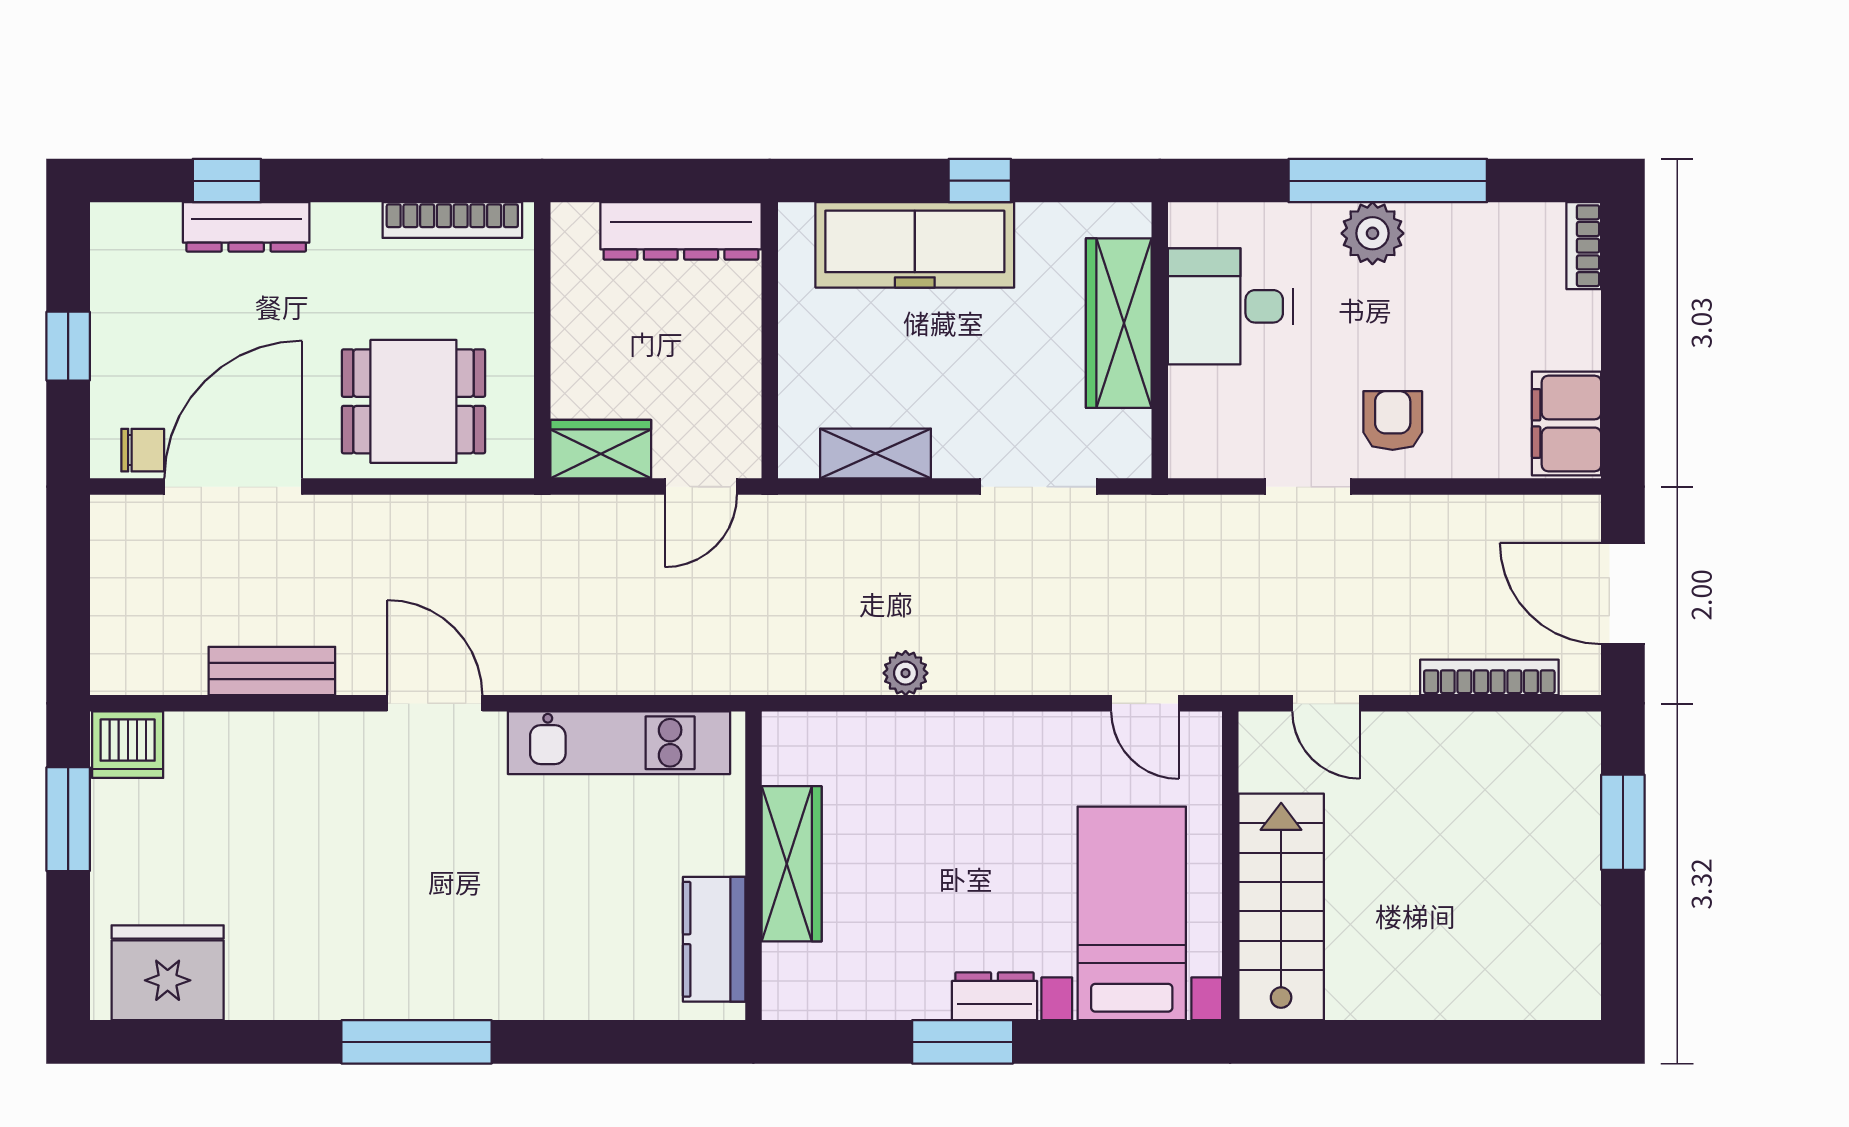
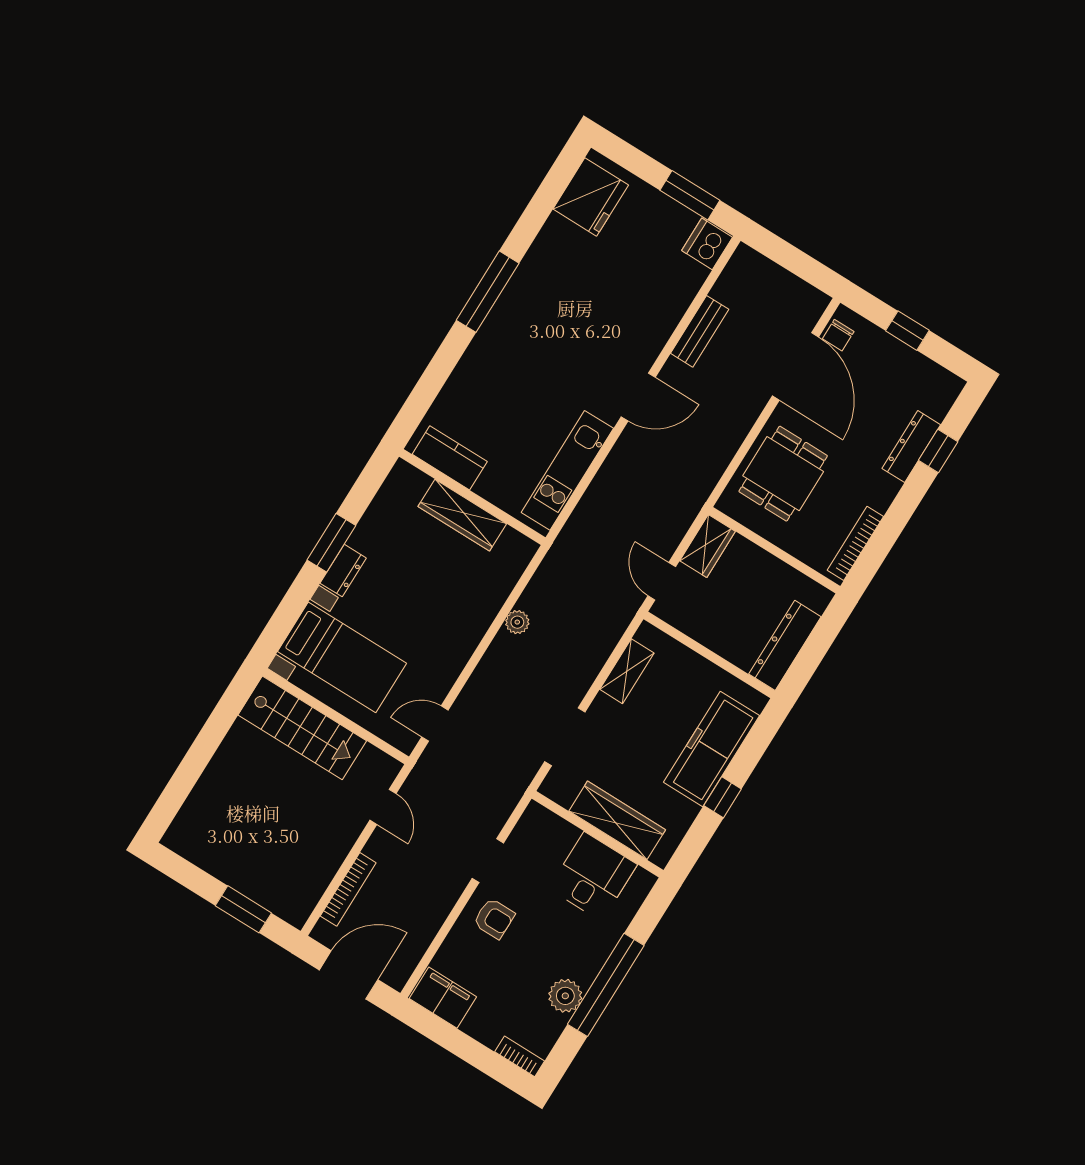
plant: (1372, 233) -> (565, 996), moved
door: (1326, 703) -> (383, 807), swing flipped

